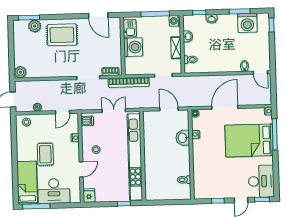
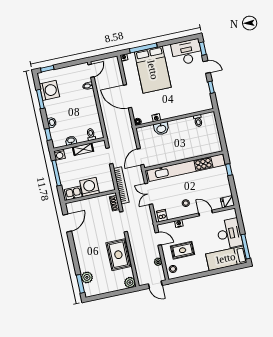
rug: (62, 35) -> (118, 255), moved
door: (169, 109) -> (141, 157), moved
rug: (45, 154) -> (183, 250), moved

